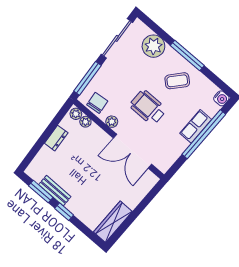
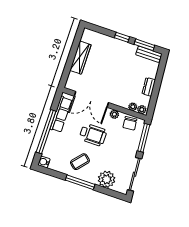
row of seats: (196, 126) -> (61, 114), moved, width x1.48
double door: (132, 151) -> (91, 99), swing flipped
bench: (55, 191) -> (149, 54), moved
wardrobe: (113, 222) -> (80, 58), moved

